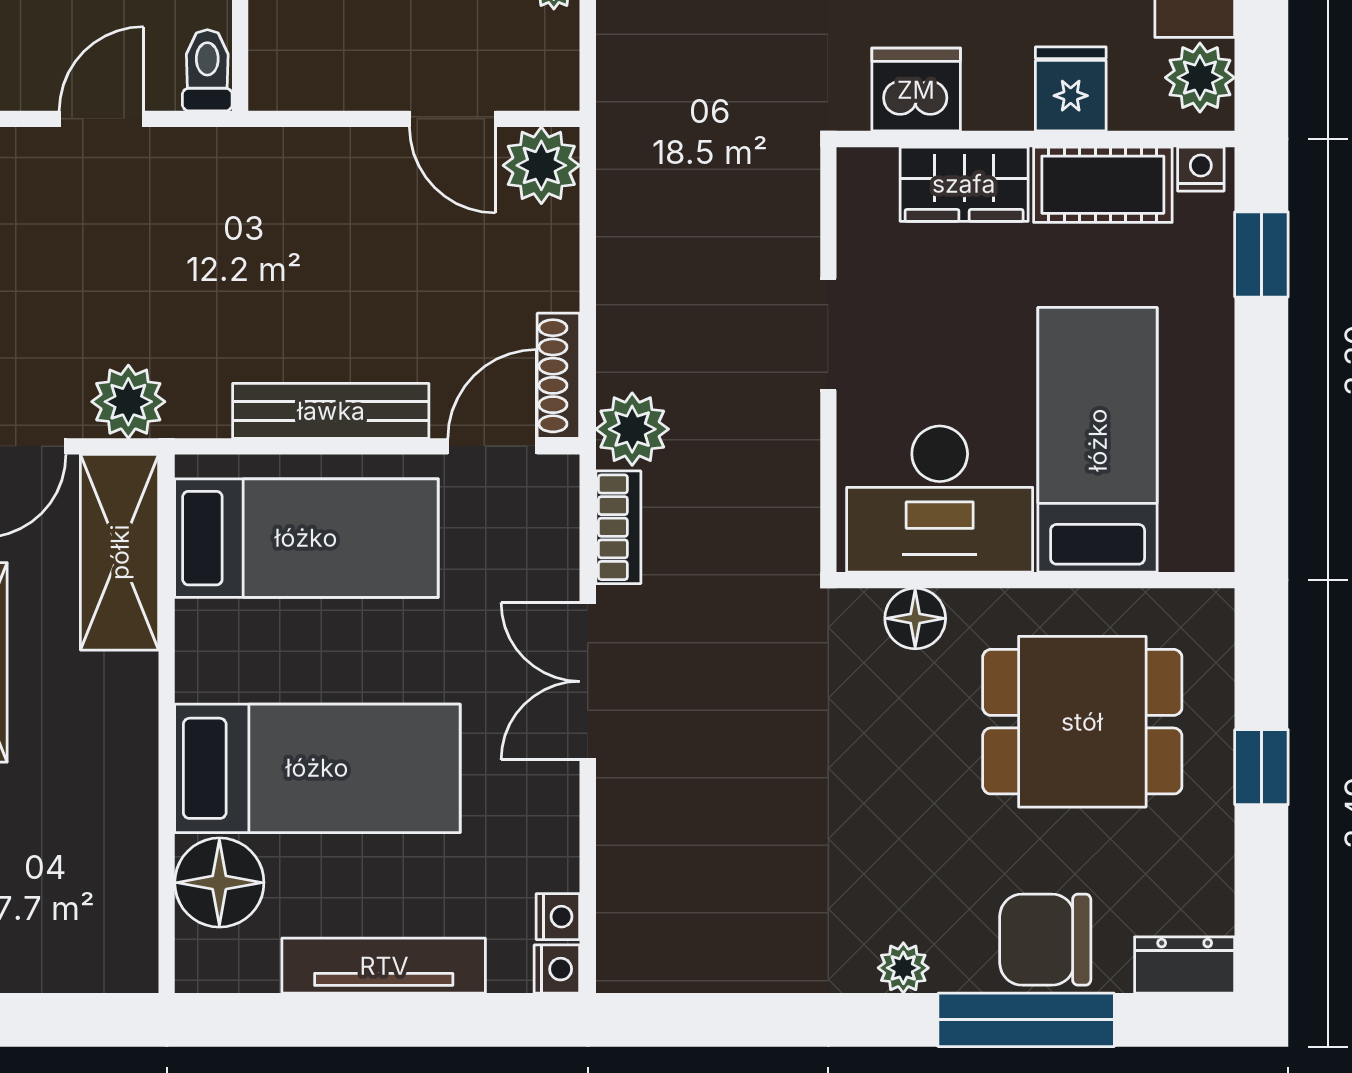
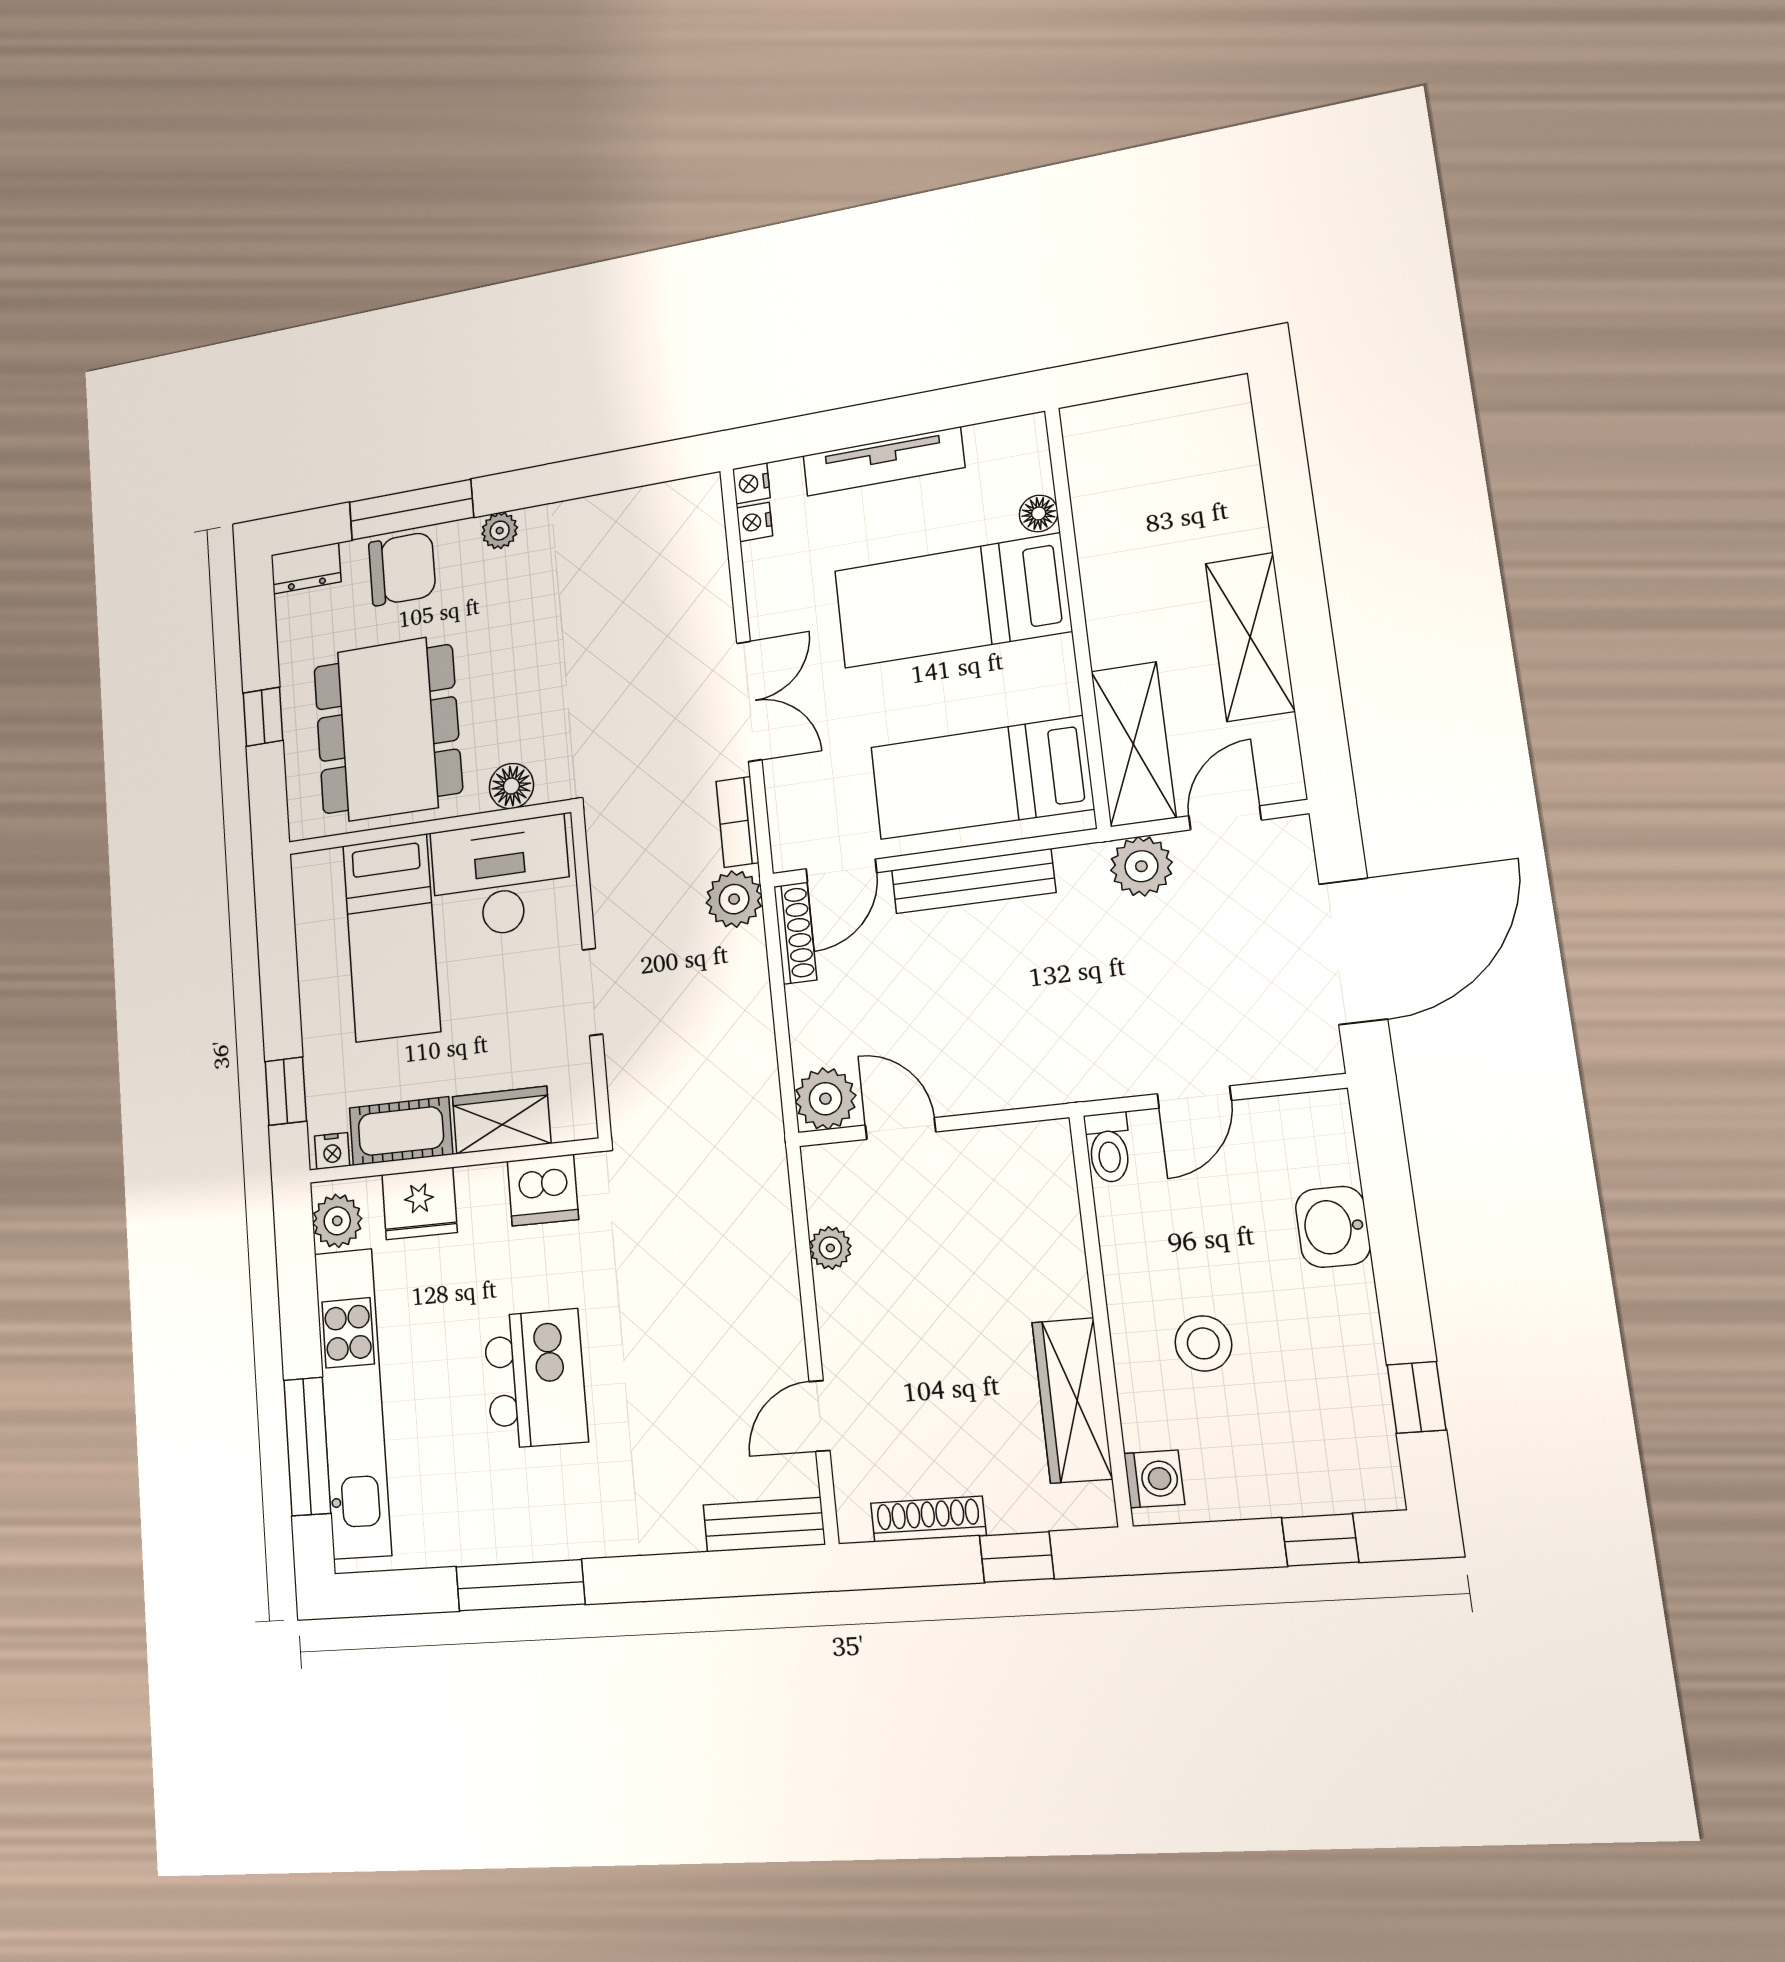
fridge: (1071, 89) -> (419, 1204), width x1.38
dining table: (1082, 722) -> (388, 729), width x1.38
floor lamp: (219, 883) -> (1039, 513), width x0.53, depth x0.53

